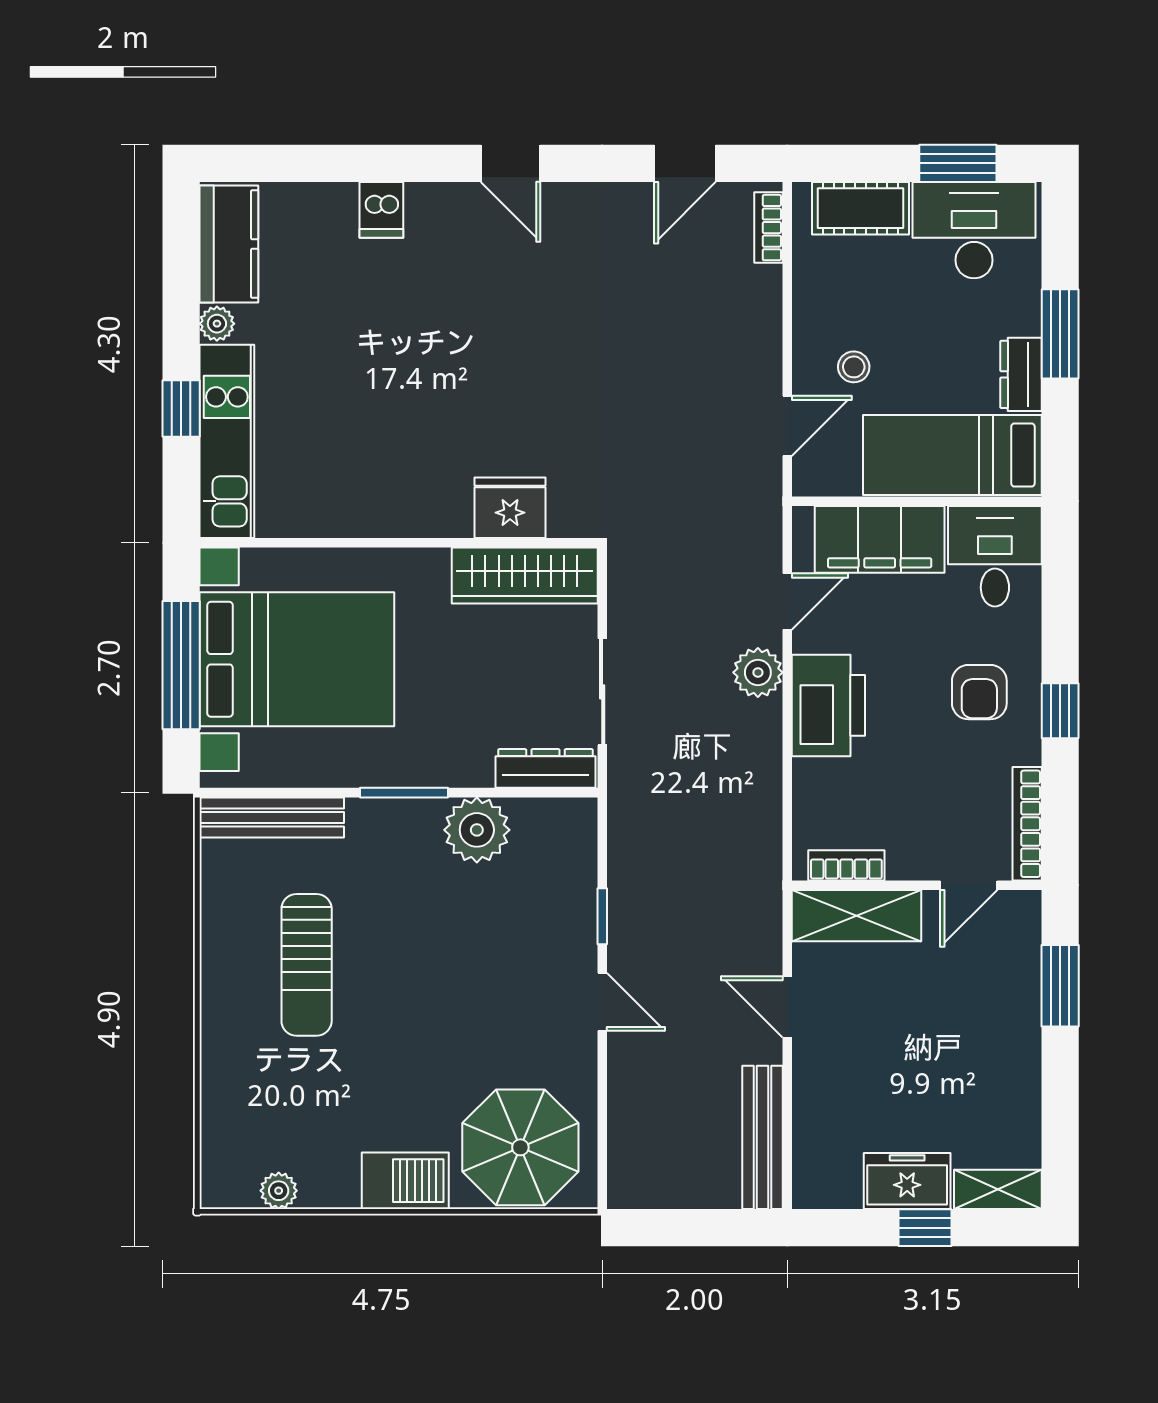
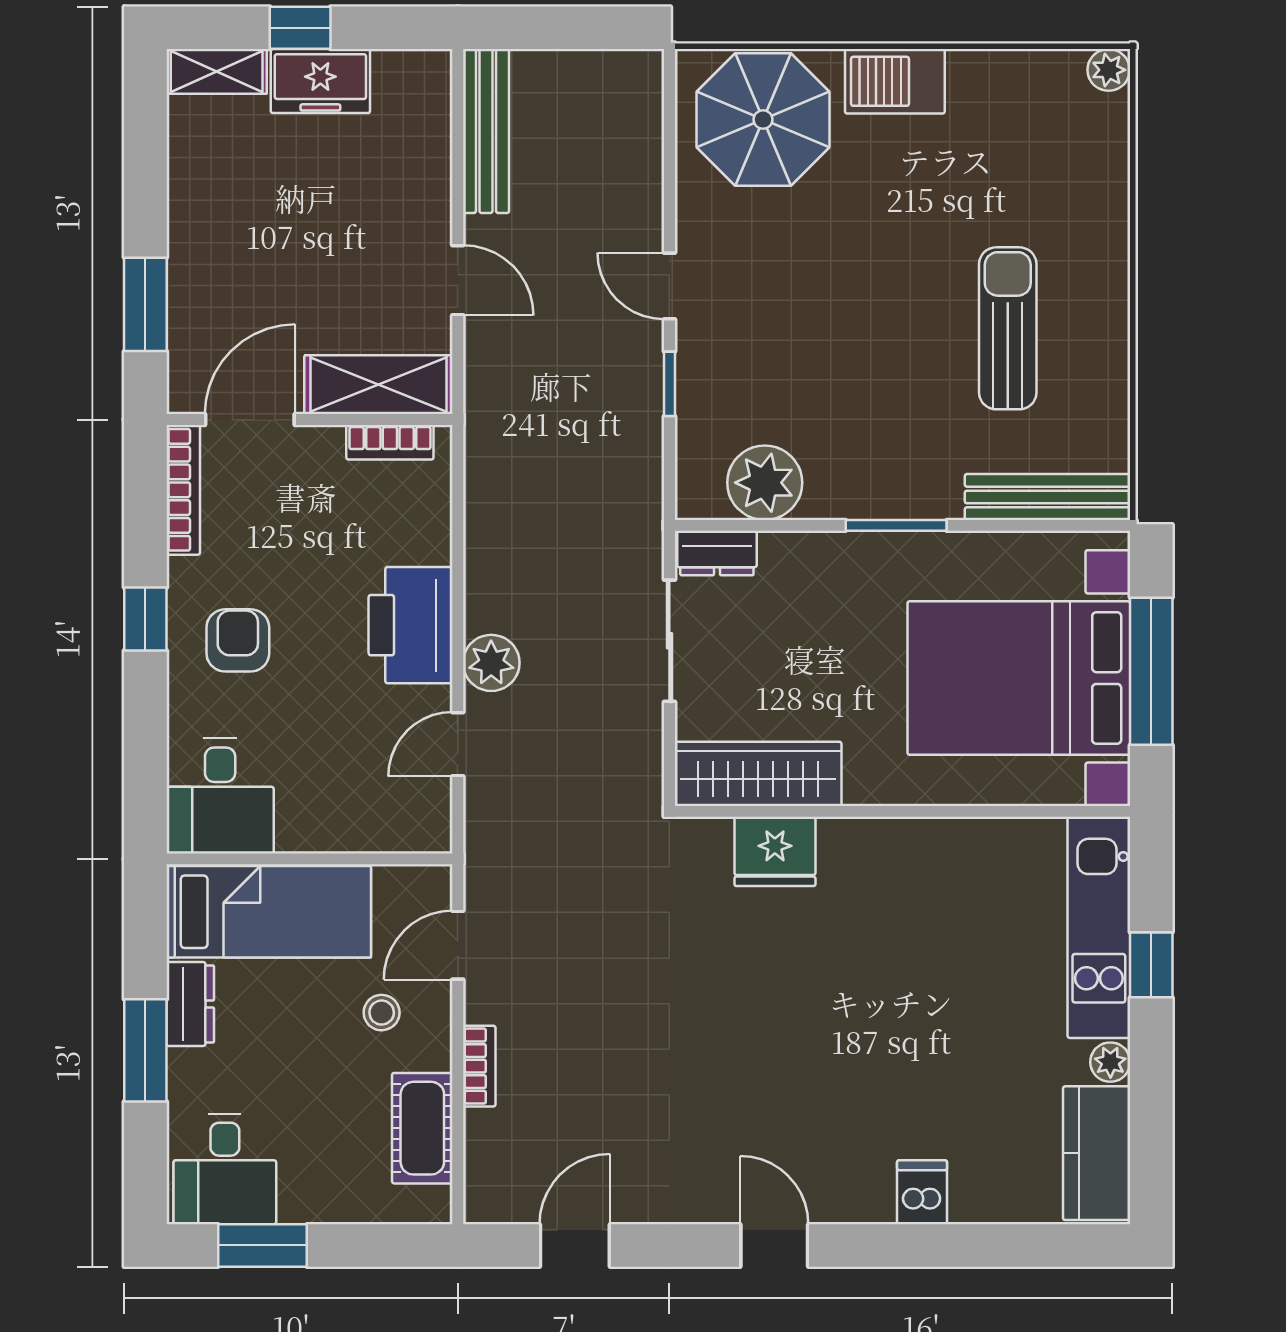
cot: (860, 208) -> (422, 1128), moved, turned 90
bookcase: (768, 228) -> (479, 1066), moved
desk: (974, 230) -> (225, 1169), width x0.73
filing cabinet: (880, 539) -> (352, 815), removed
dresser: (545, 768) -> (717, 553), width x0.70
plant: (477, 830) -> (765, 483), moved
door: (969, 885) -> (250, 420), width x1.38
plant: (279, 1191) -> (1109, 70), moved

